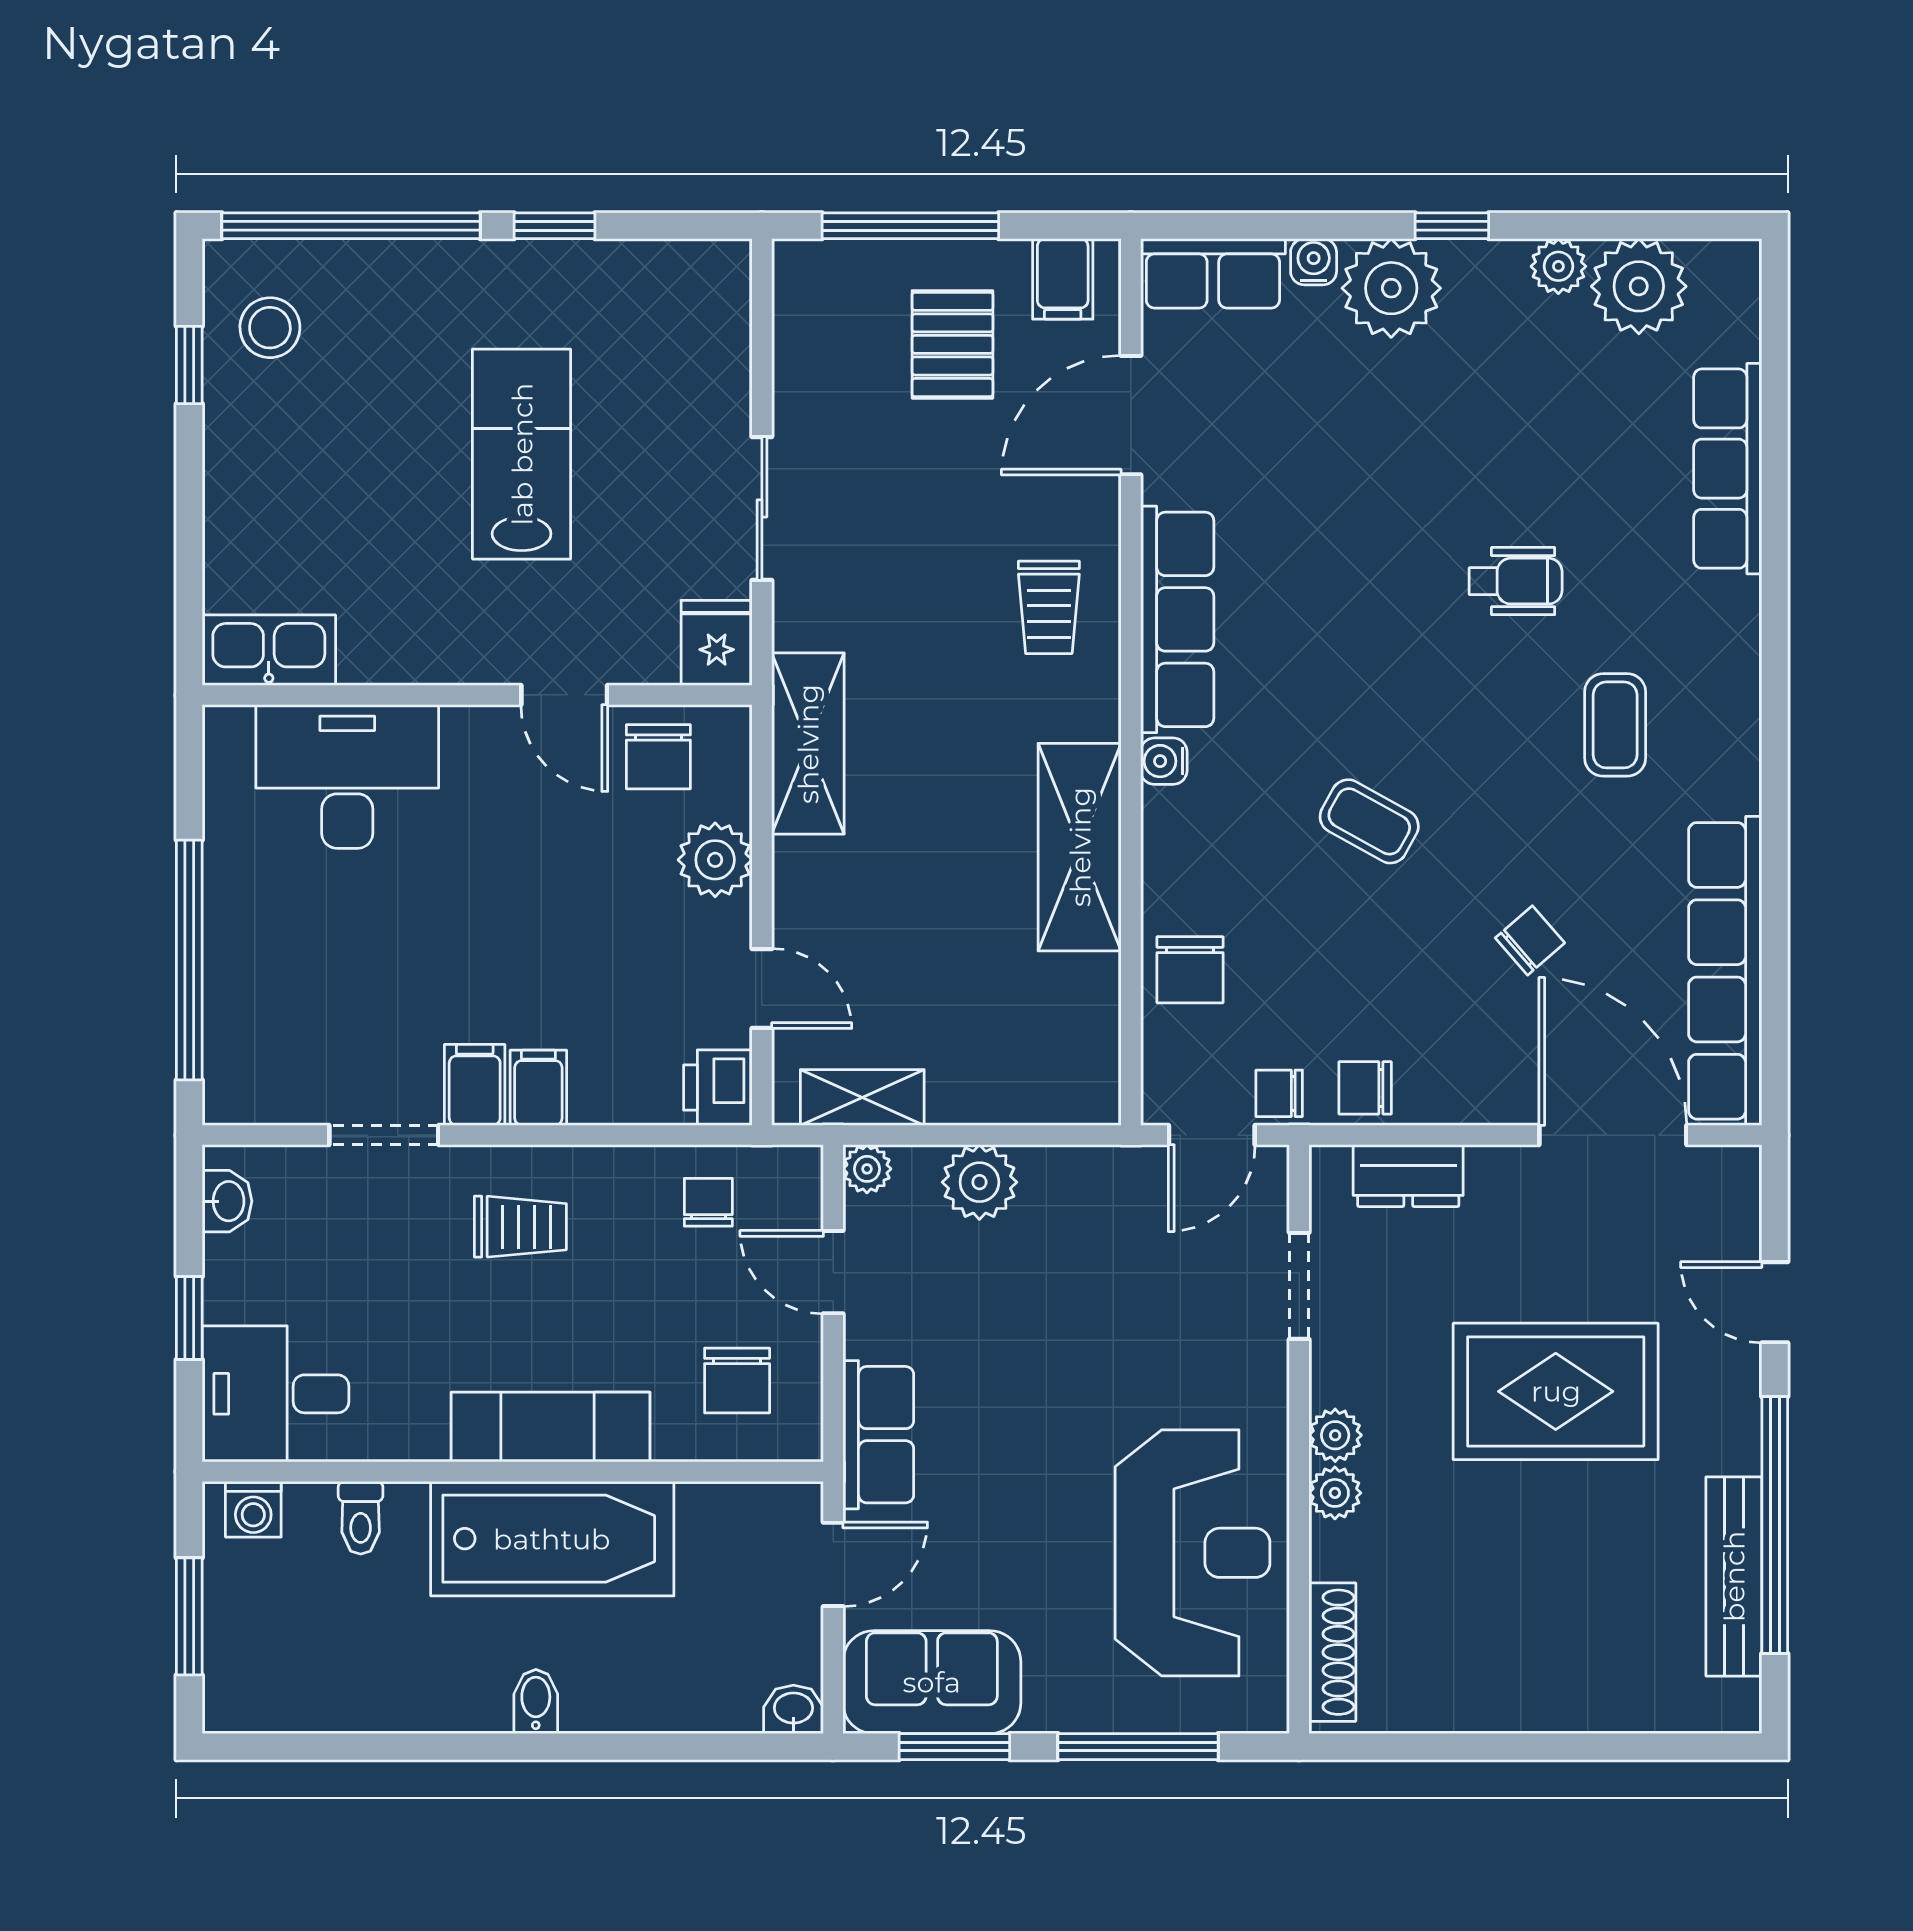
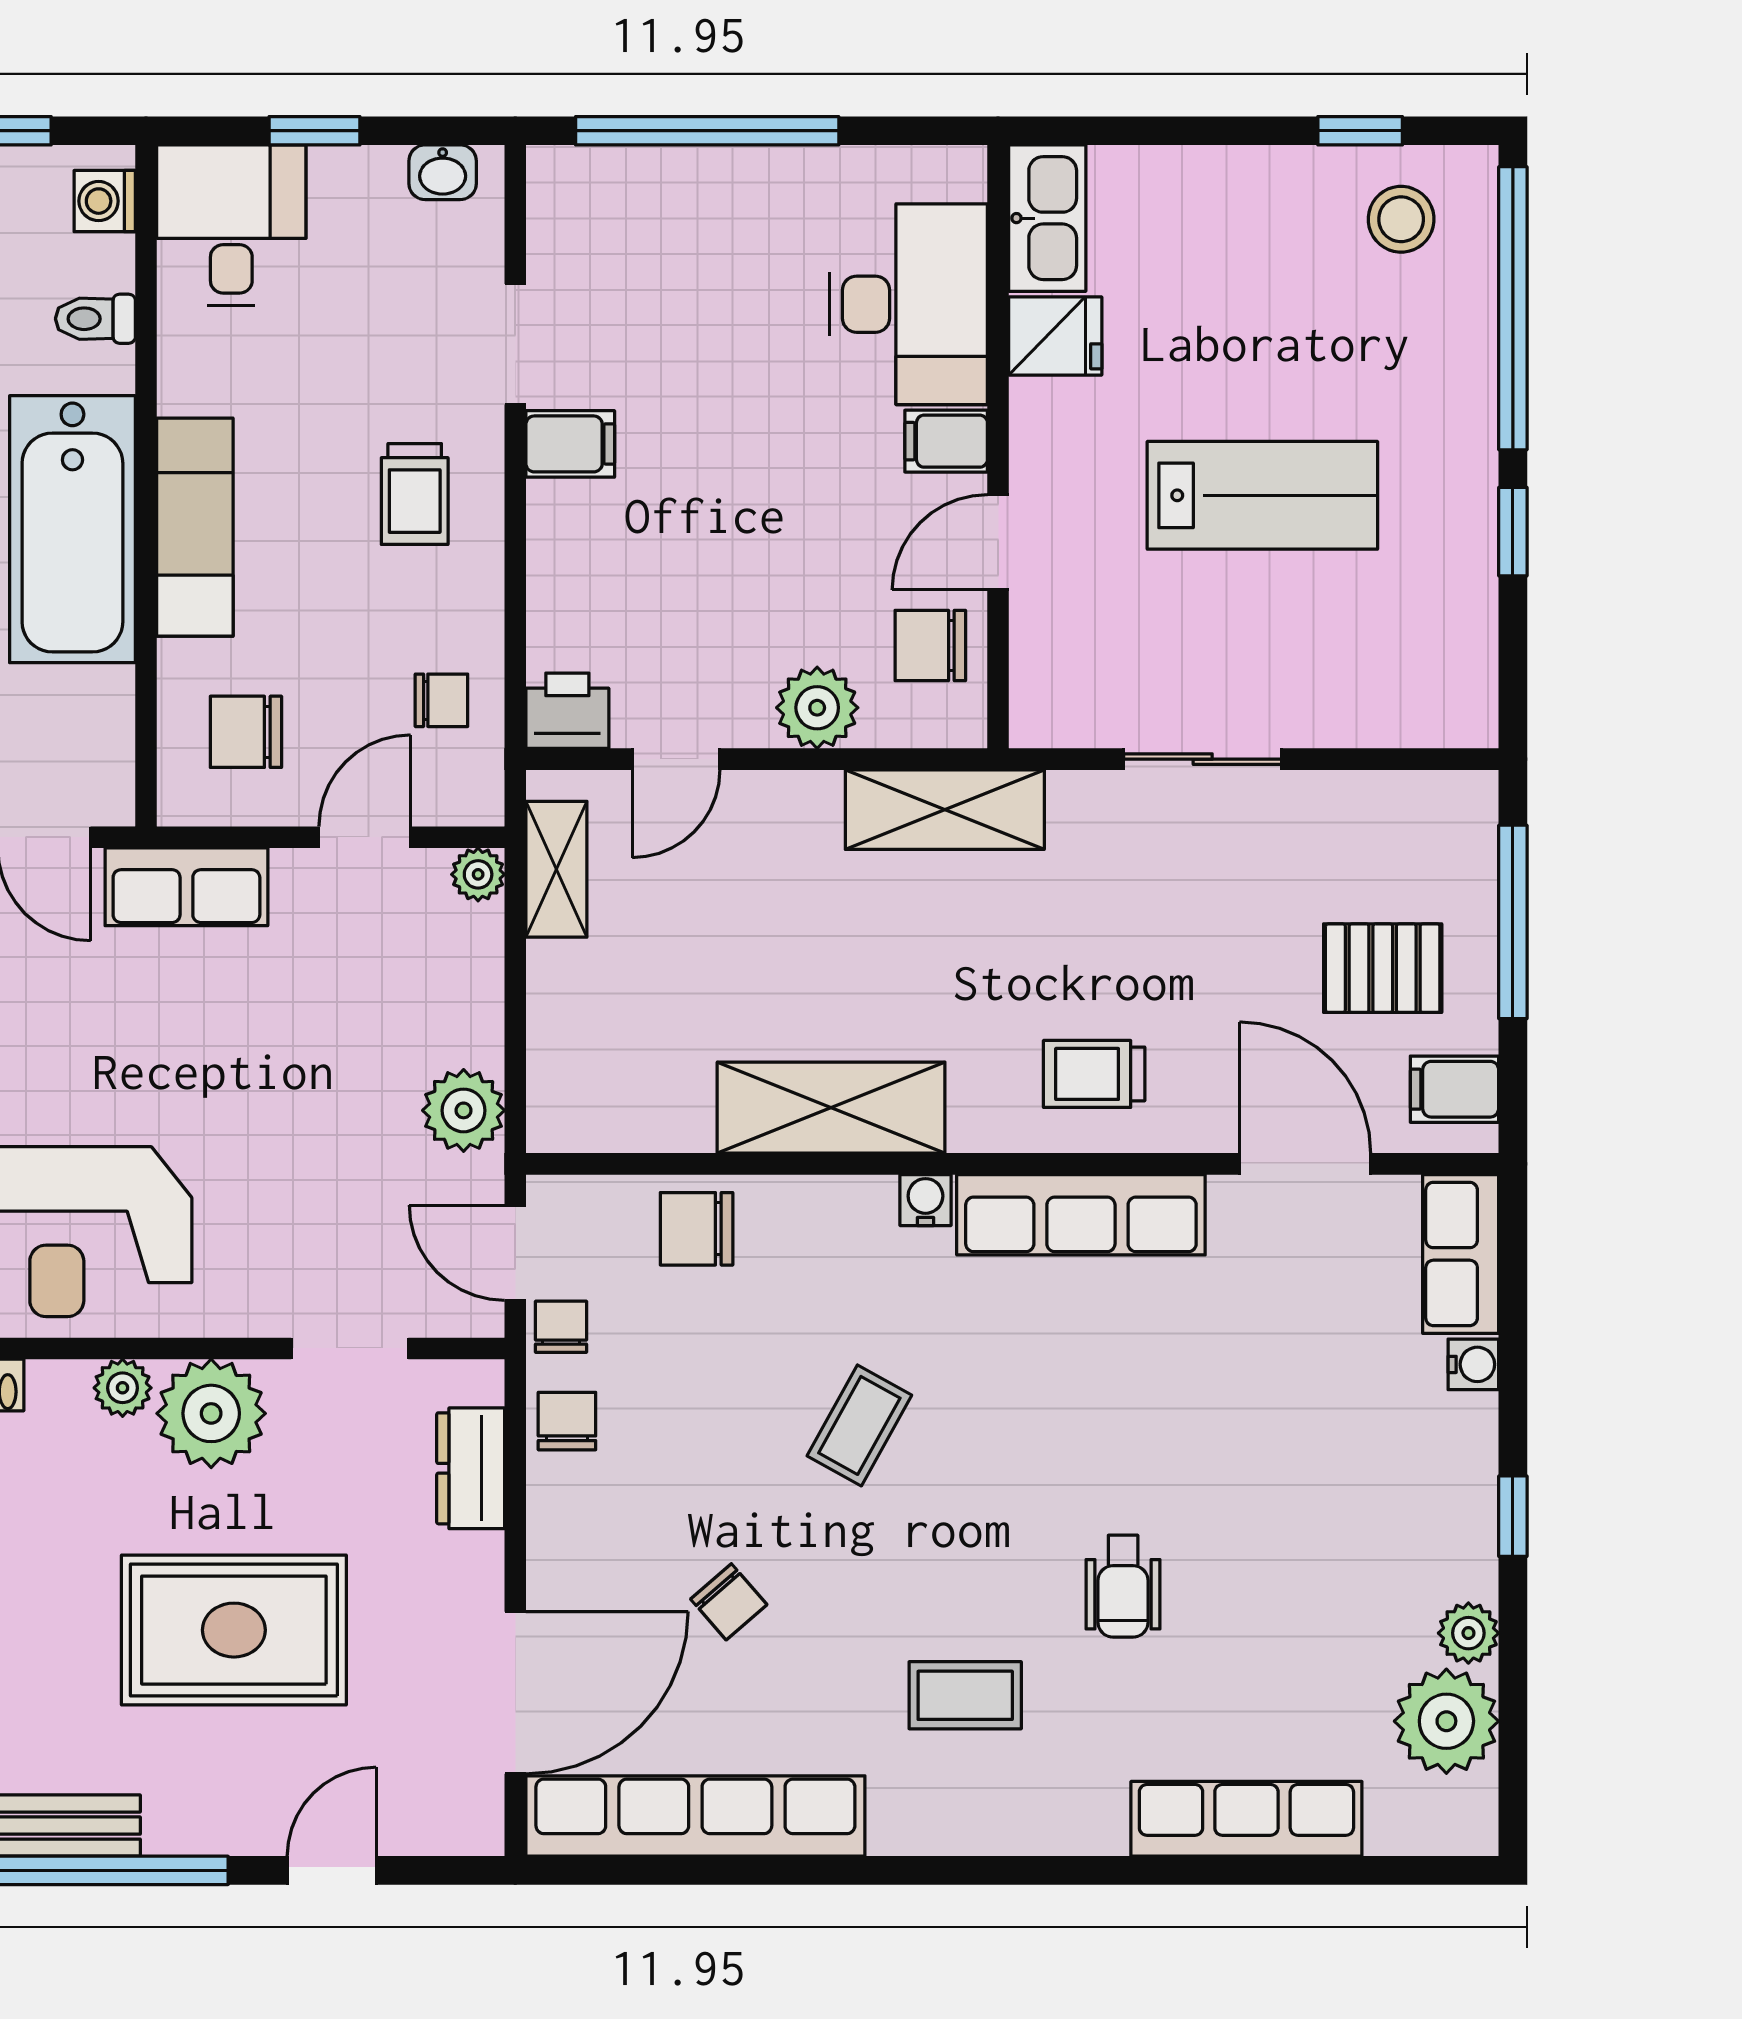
plant: (1391, 288) -> (1444, 1450), removed
fridge: (717, 643) -> (1055, 336), moved
filing cabinet: (538, 1088) -> (946, 441), moved, turned 180
plant: (979, 1182) -> (464, 1110), moved
rug: (1556, 1391) -> (234, 1630), turned 90
plant: (1335, 1435) -> (211, 1413), width x1.87, depth x1.87

